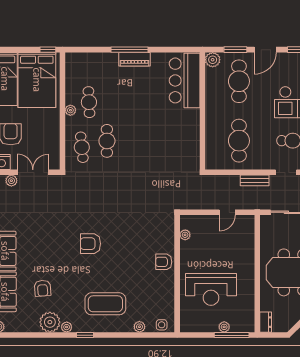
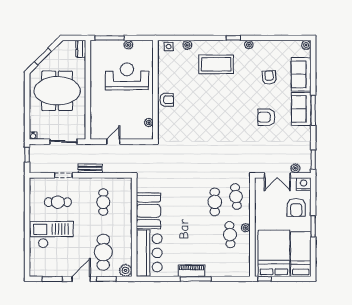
booth: (185, 130) -> (148, 211), added
cafe table: (239, 141) -> (103, 202), width x0.73, depth x0.74
armchair: (90, 244) -> (266, 117), moved, turned 180
plant: (50, 322) -> (263, 49), removed
plant: (224, 327) -> (128, 45), moved

